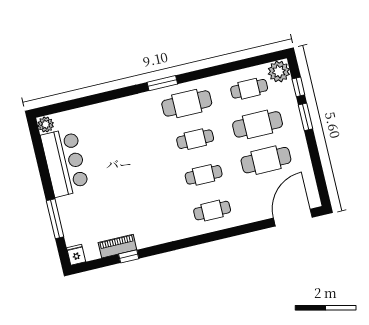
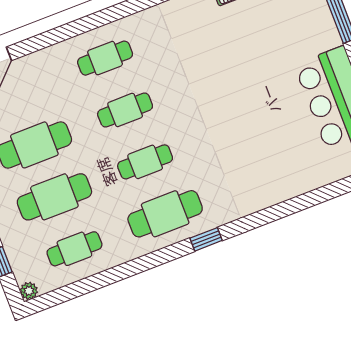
plant: (279, 71) -> (29, 291), width x0.53, depth x0.53
window: (162, 83) -> (206, 239), width x0.67

